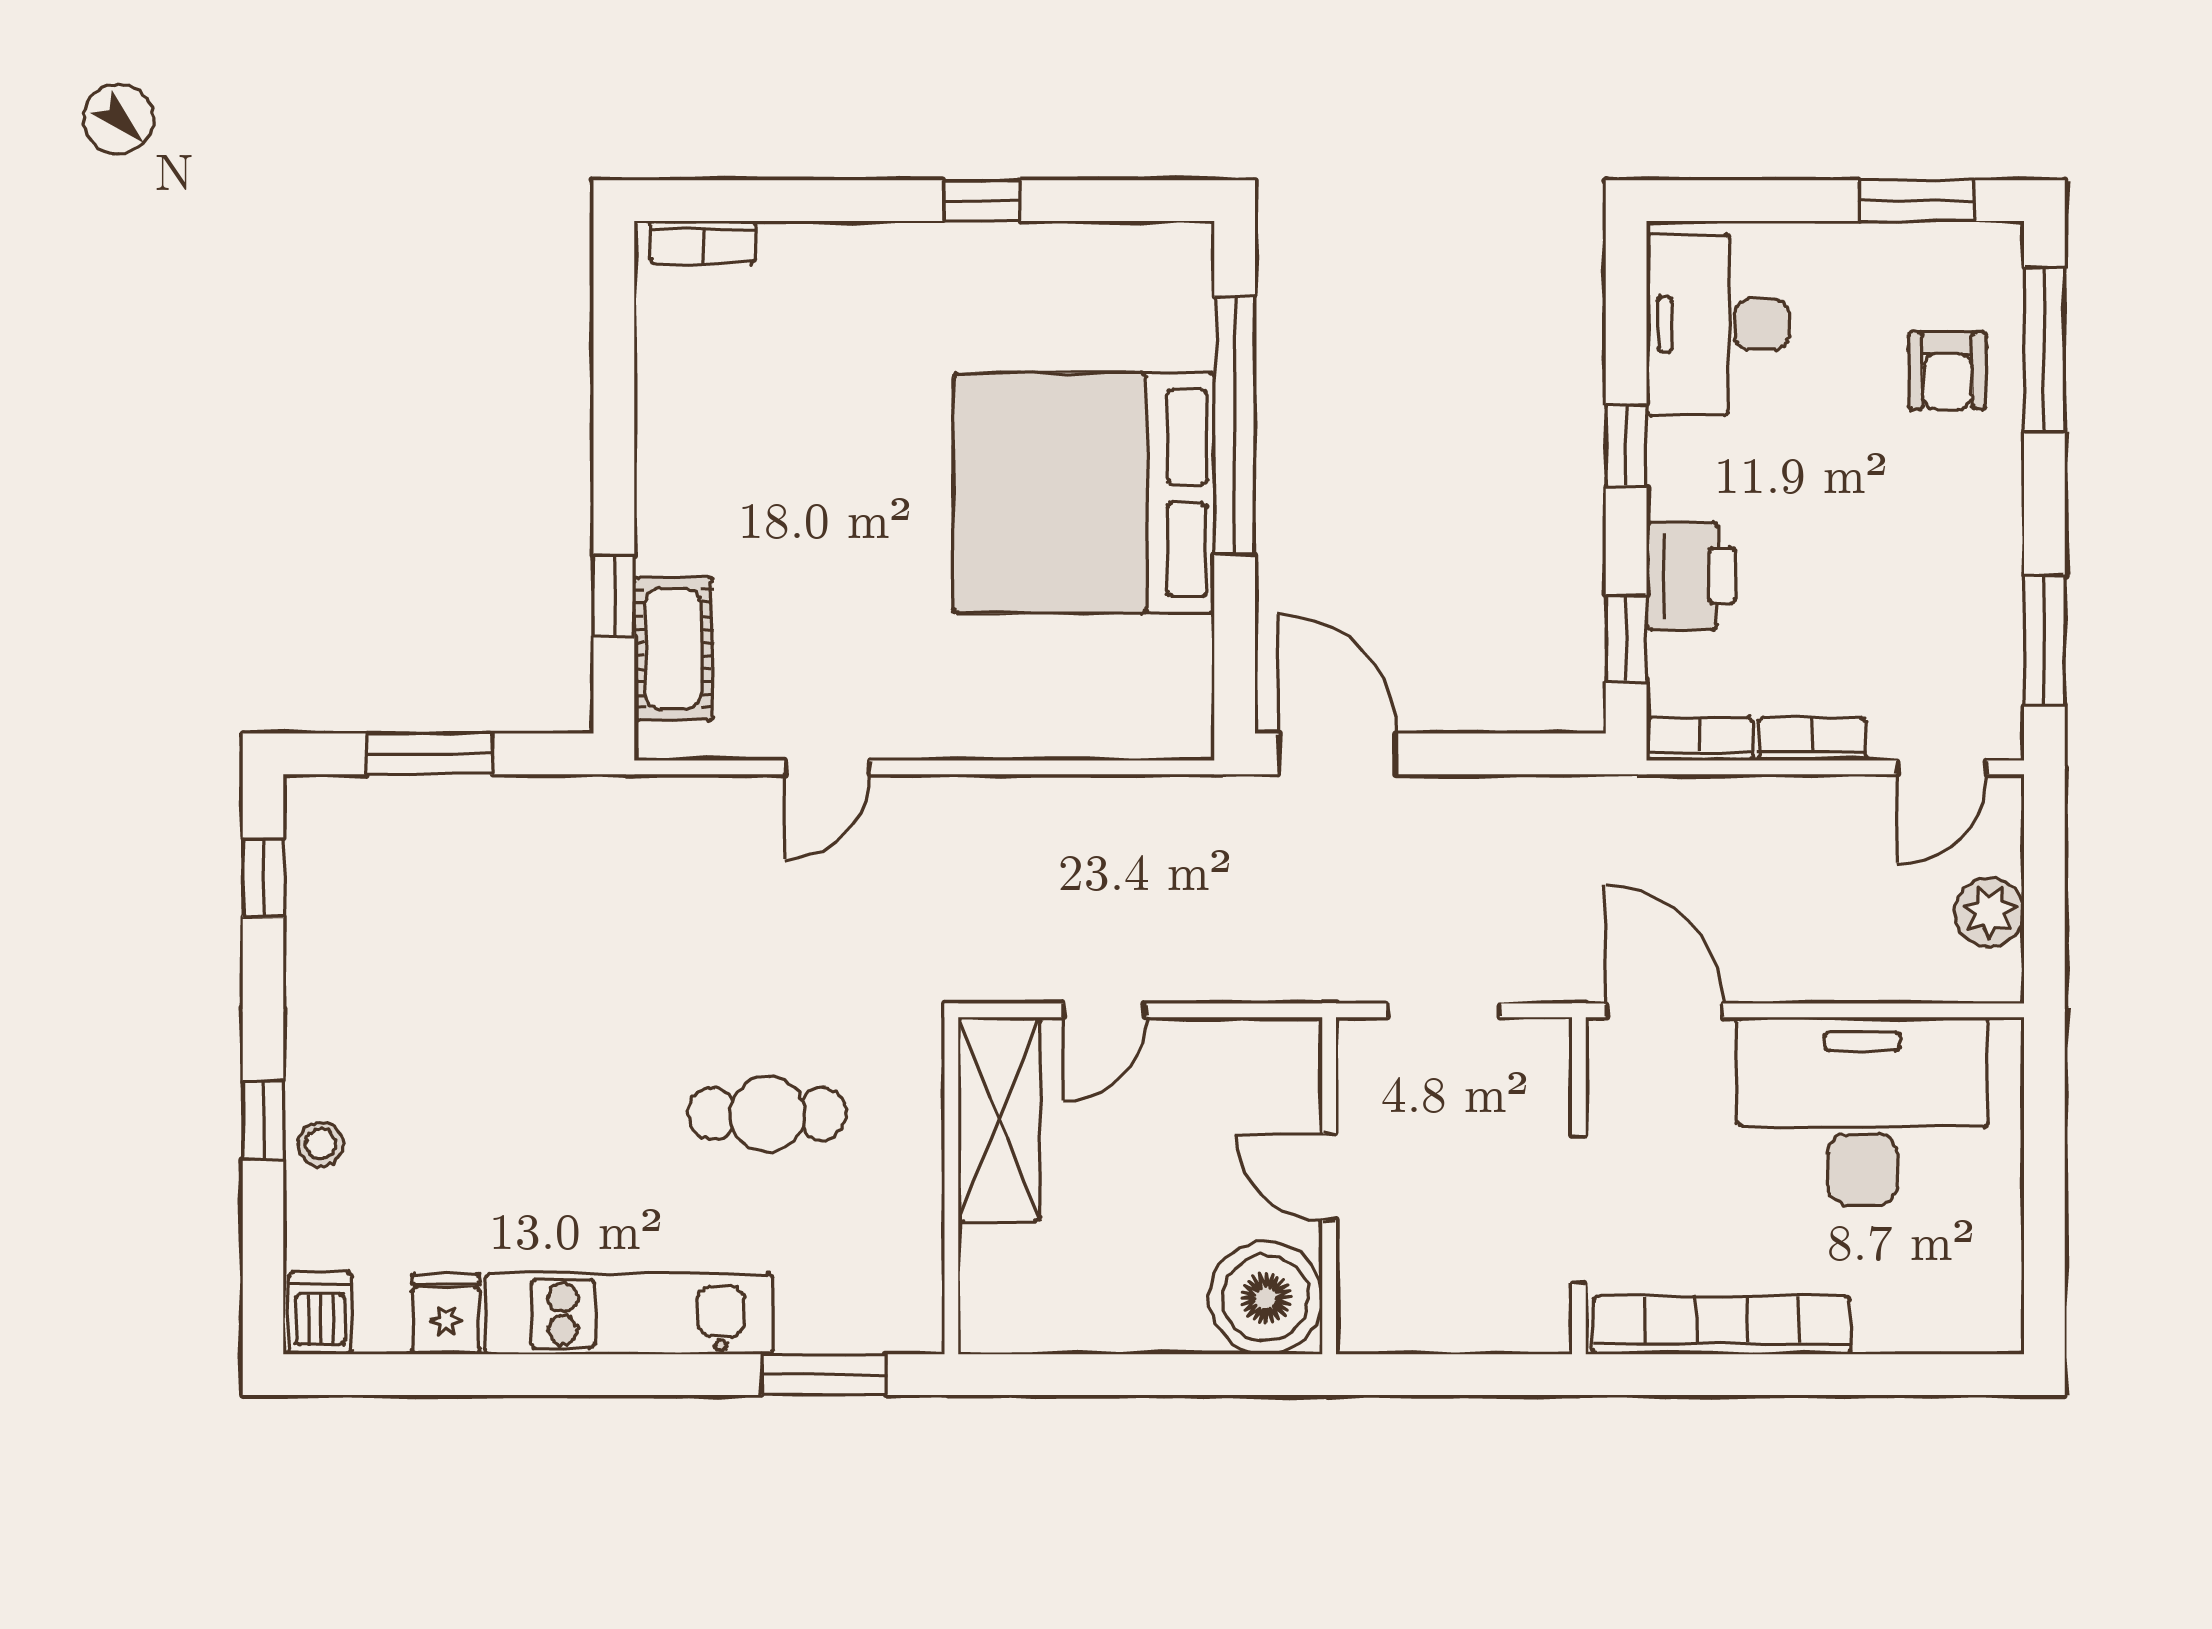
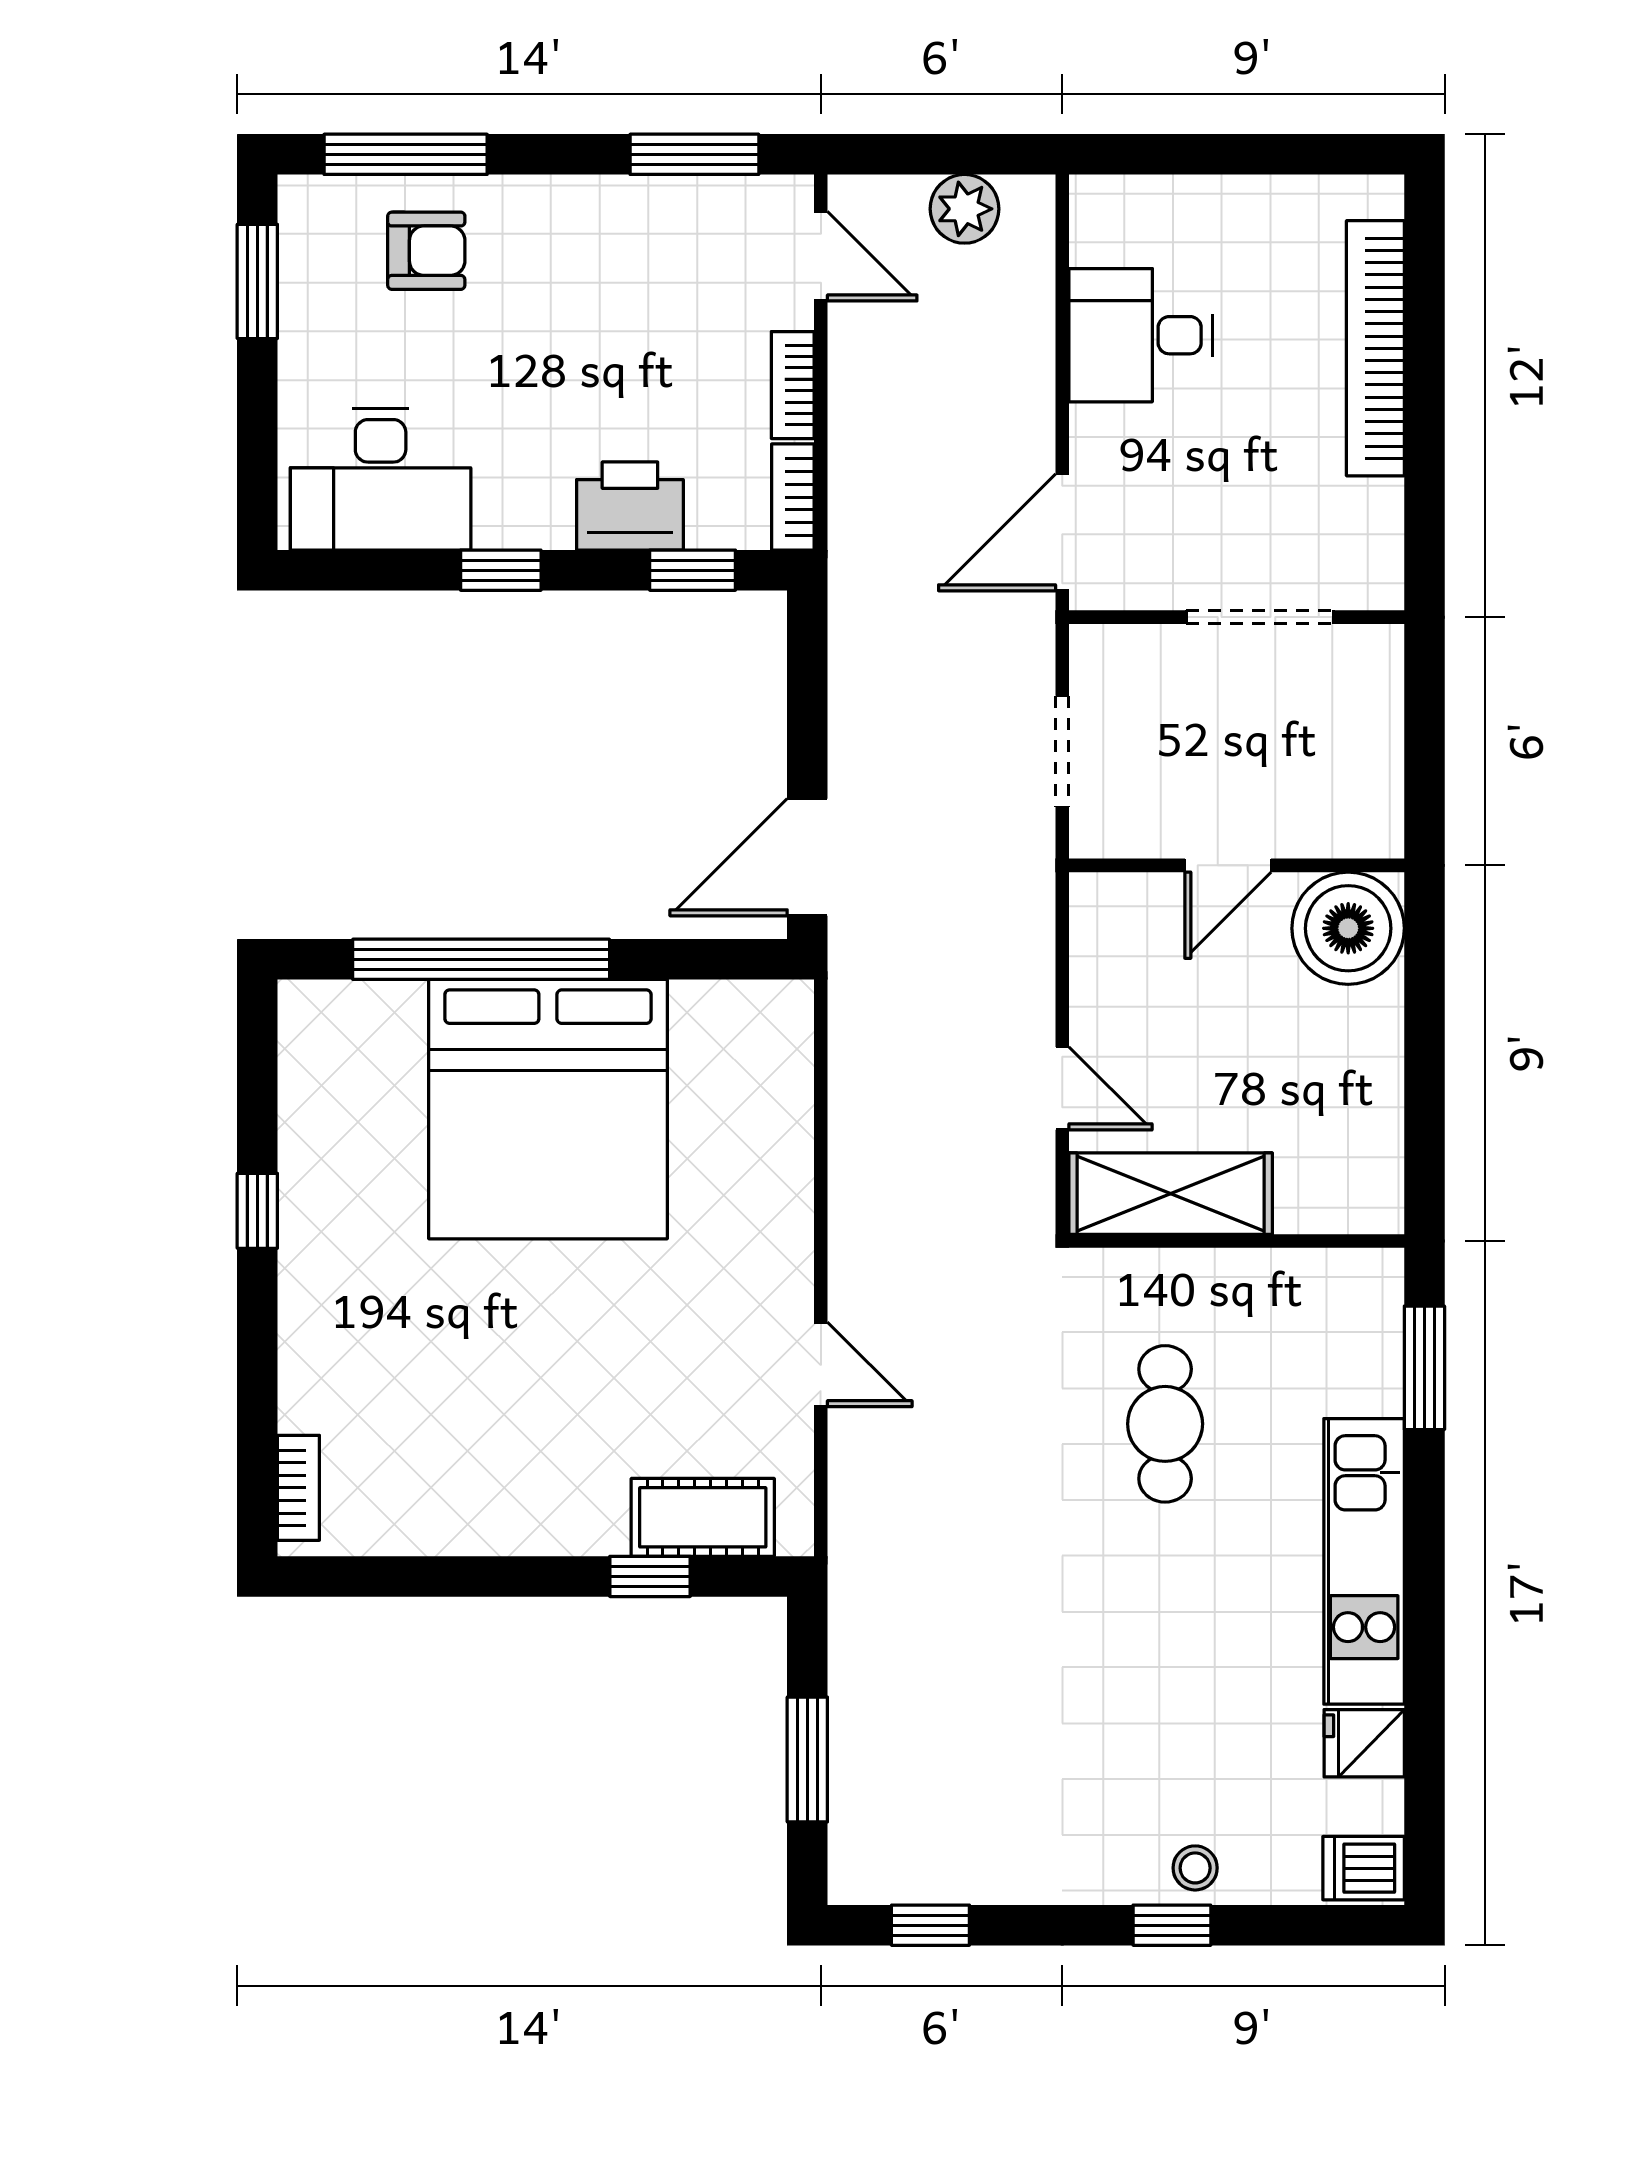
desk: (1862, 1111) -> (1141, 335), width x0.53, depth x0.77
bookcase: (1722, 1325) -> (1375, 348), moved

